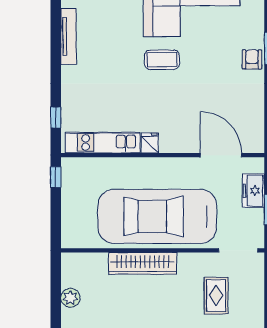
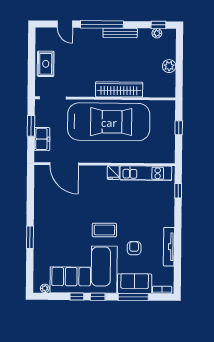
armchair: (252, 59) -> (134, 248), moved, turned 180
window: (56, 177) -> (179, 128), moved
rug: (216, 296) -> (46, 64), moved

